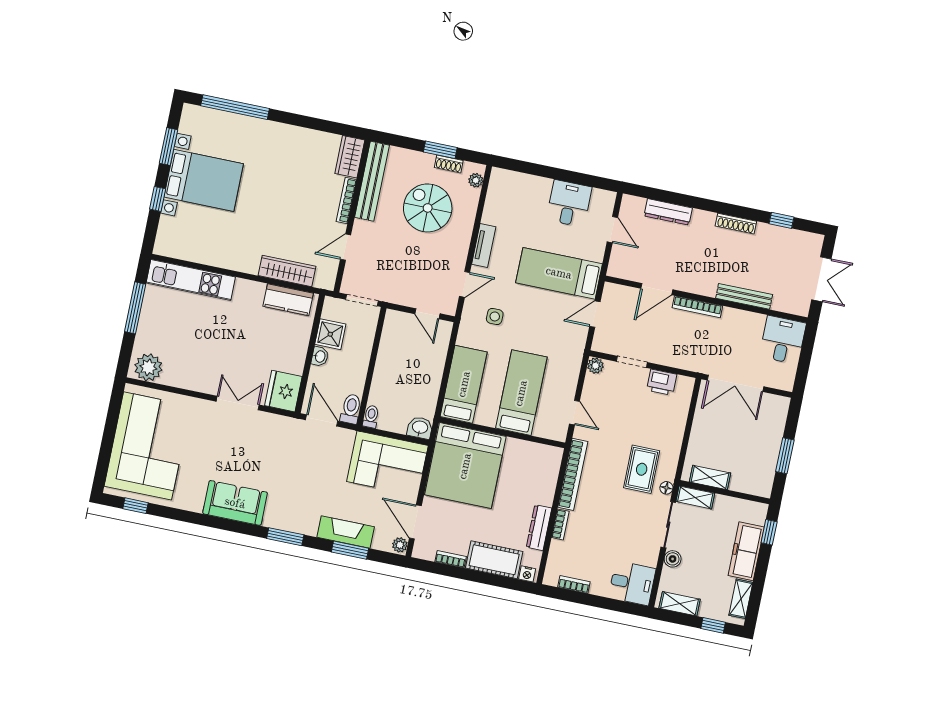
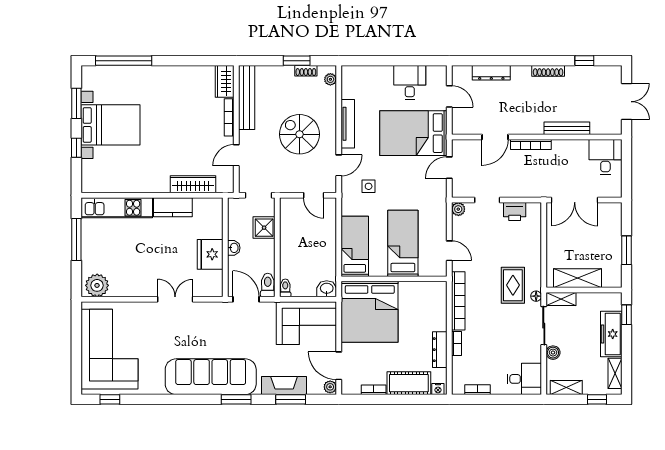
spiral stairs: (428, 208) -> (299, 134), moved
tv unit: (484, 246) -> (348, 124), width x1.41
bed: (559, 273) -> (413, 133), width x1.50
kitchen counter: (288, 300) -> (173, 207), moved
shower: (330, 334) -> (264, 228), moved
fridge: (283, 391) -> (210, 254), moved
shelving: (710, 477) -> (578, 278), width x1.50, depth x1.33
sofa: (235, 503) -> (211, 377), width x1.85, depth x1.27

